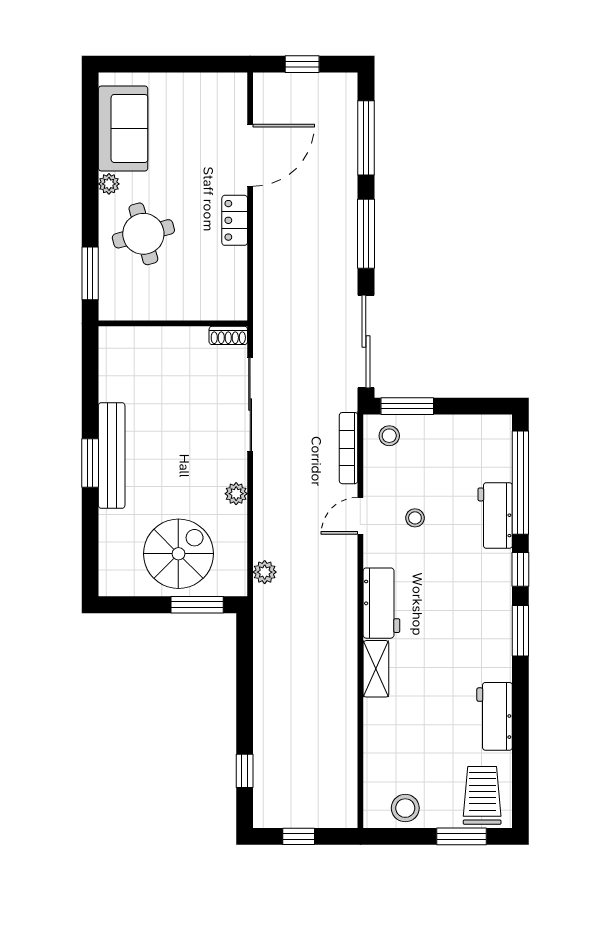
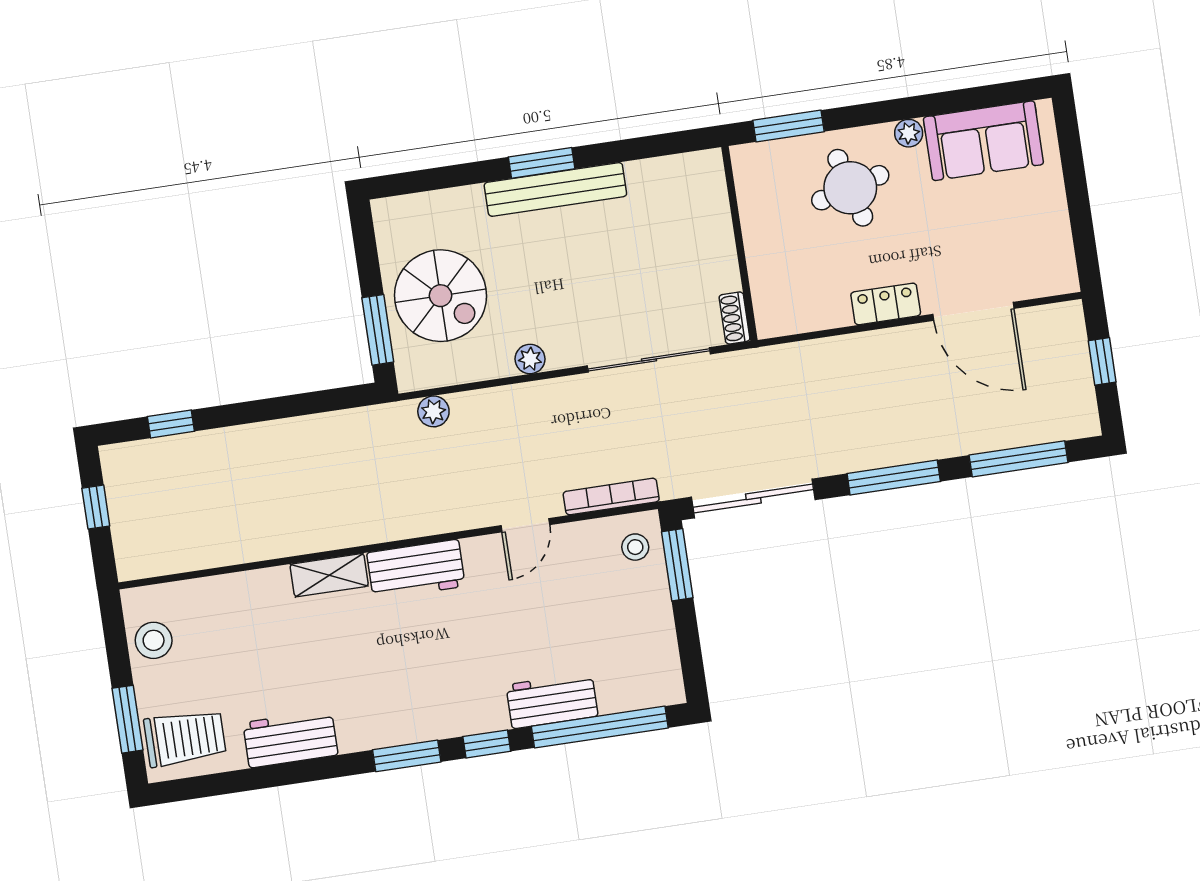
door: (360, 516) -> (525, 525), swing flipped
stool: (415, 518) -> (533, 597), removed

